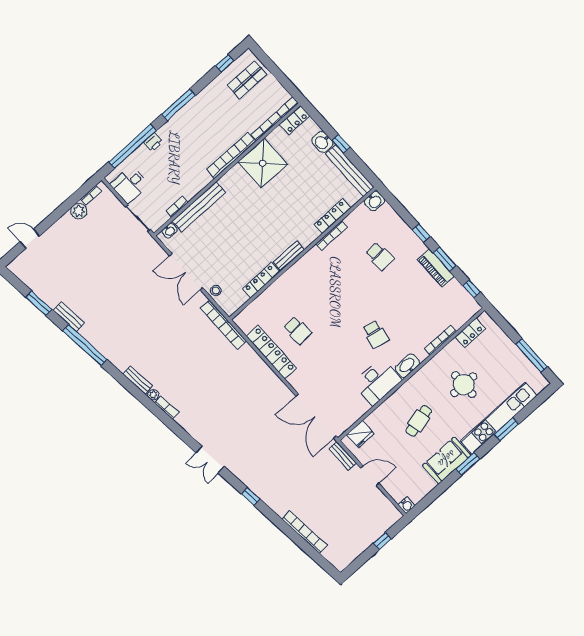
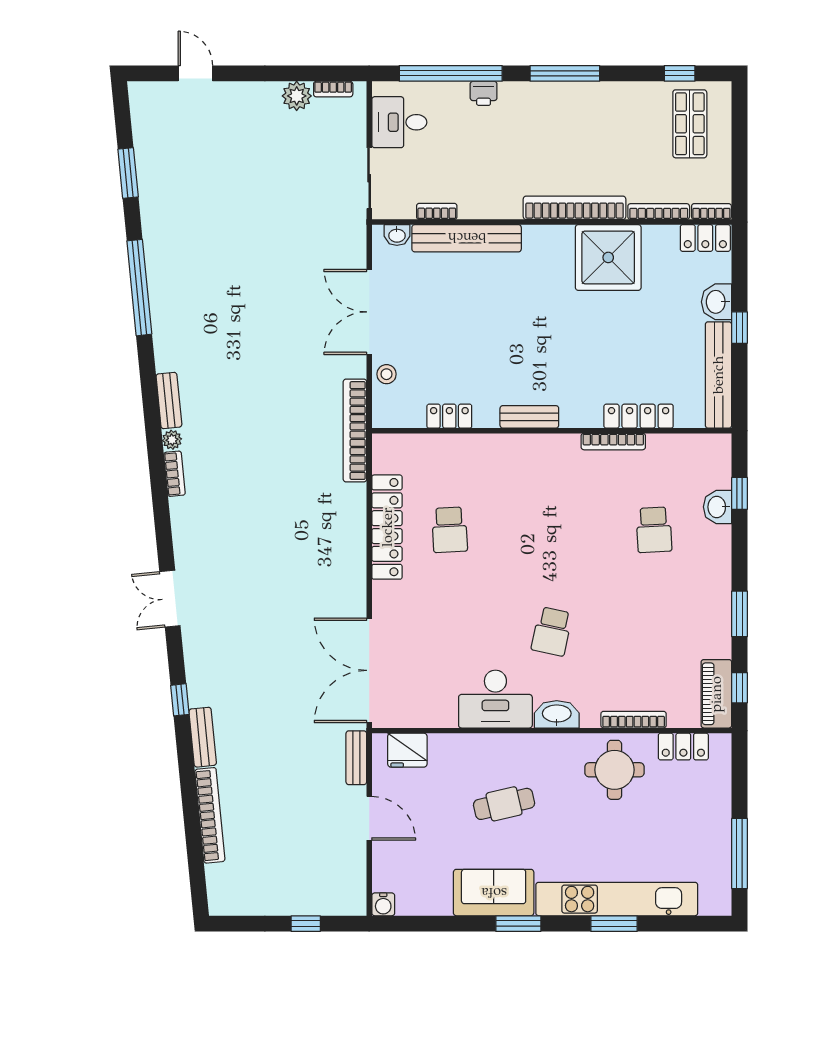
shop shelf: (247, 80) -> (690, 124), turned 90
washbasin: (374, 201) -> (718, 507), moved, turned 90
window: (421, 233) -> (740, 493), moved
piano: (436, 268) -> (716, 694), moved
locker: (261, 280) -> (449, 416), width x0.66
bench: (69, 317) -> (203, 737), moved
round table: (464, 385) -> (614, 770), moved

